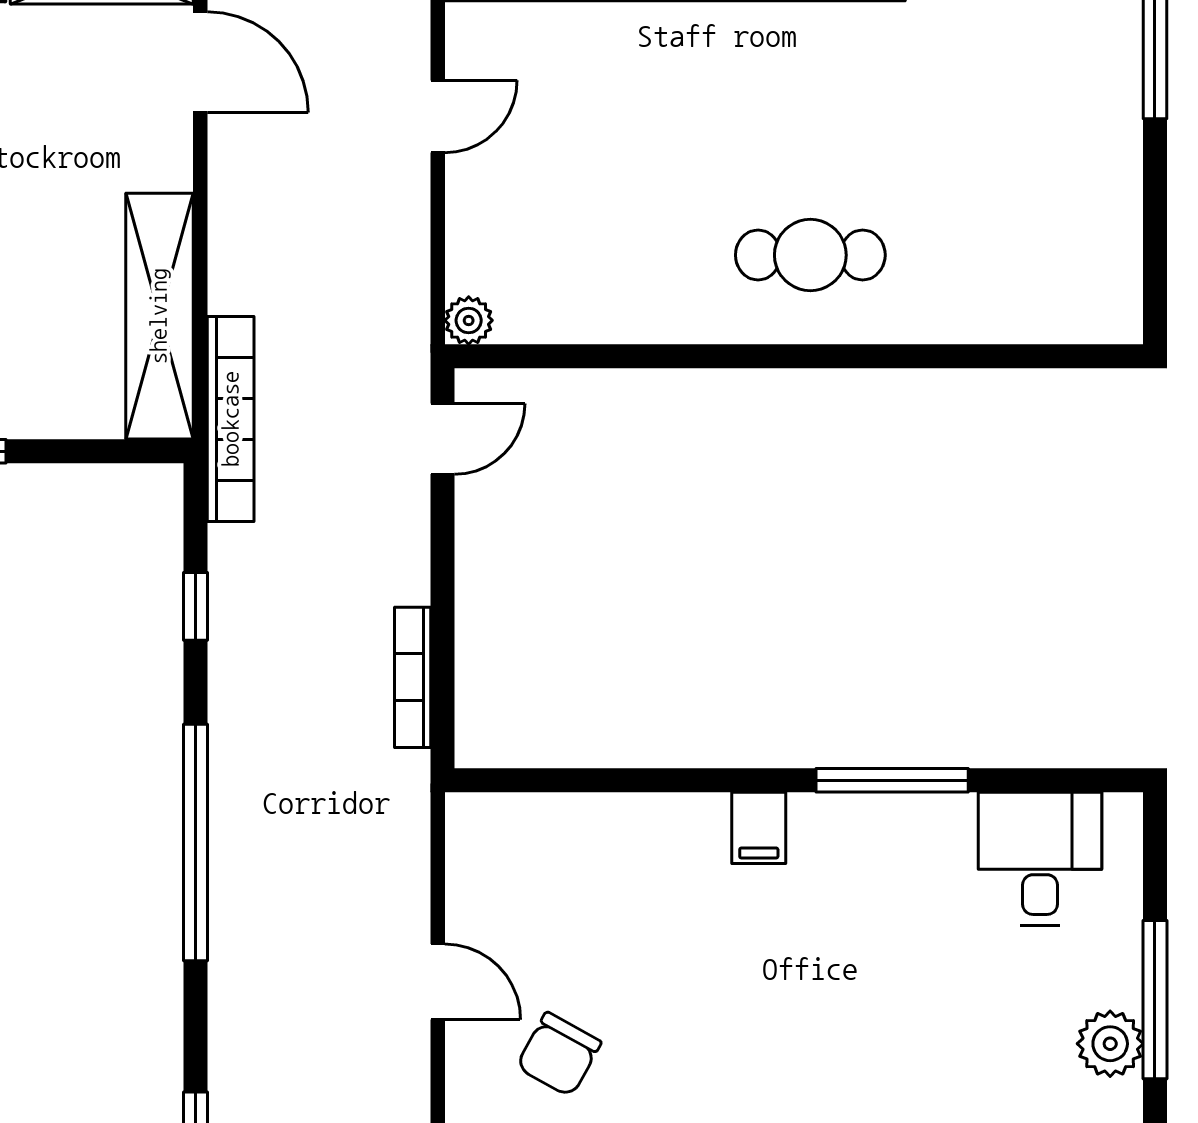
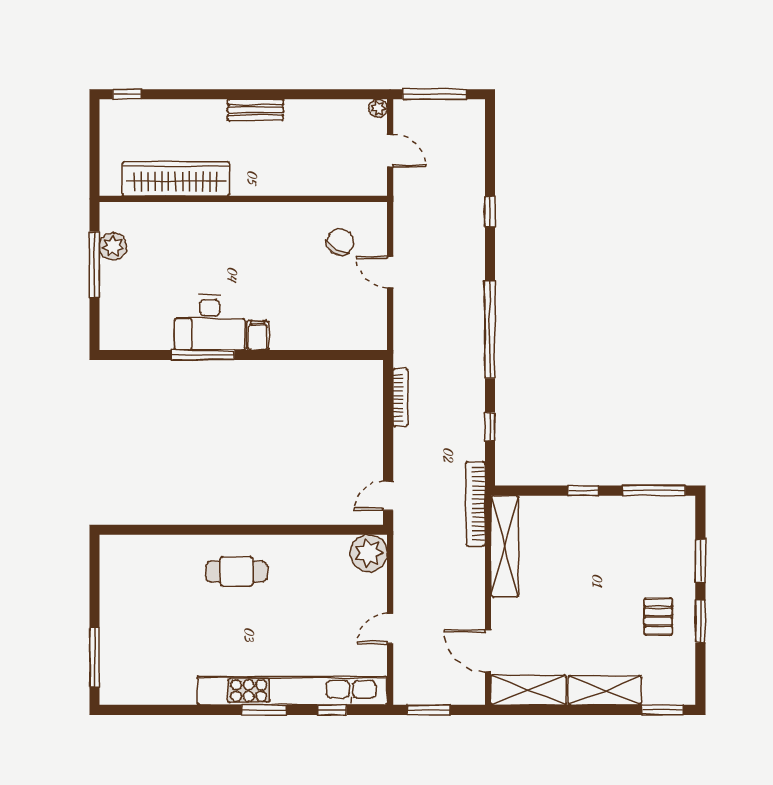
plant: (469, 320) -> (369, 553), width x1.87, depth x1.87
desk: (1040, 859) -> (210, 323), moved, width x1.37

